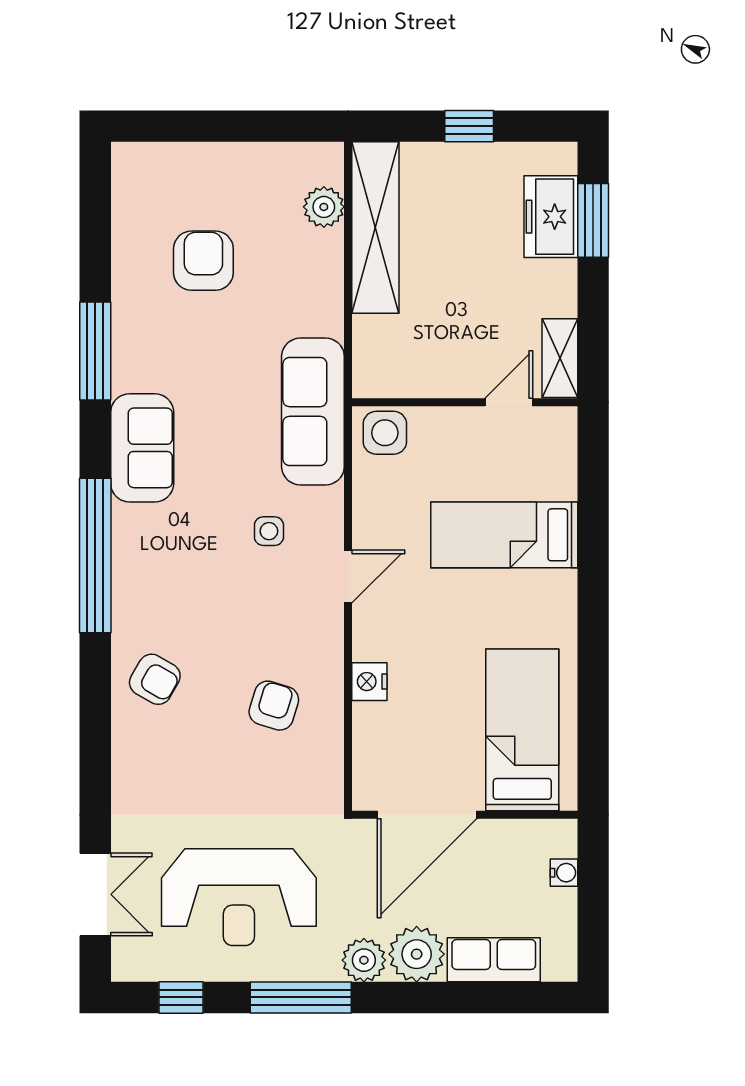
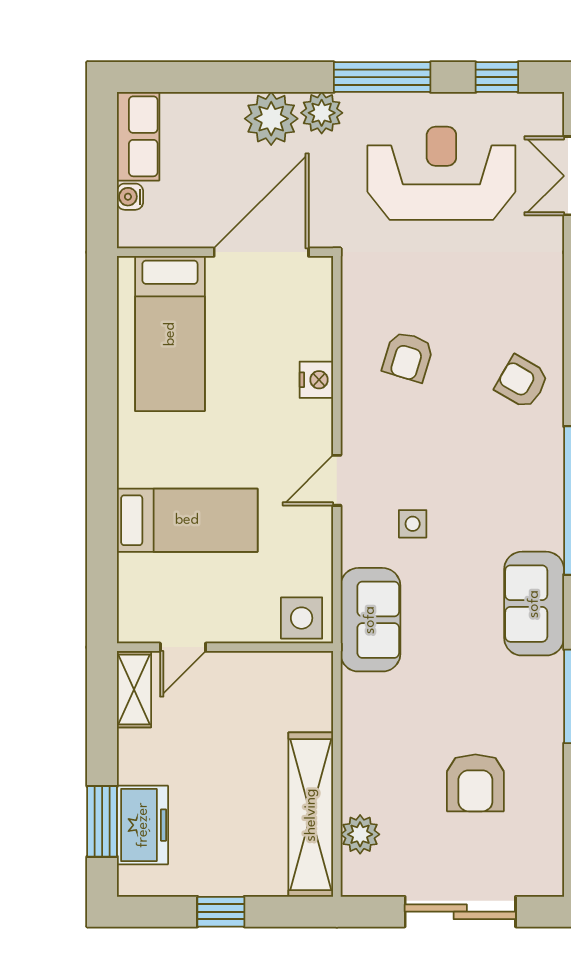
sliding door: (219, 126) -> (460, 912), added
sofa: (313, 411) -> (370, 620), width x0.73
row of seats: (494, 960) -> (138, 136), moved, turned -90

